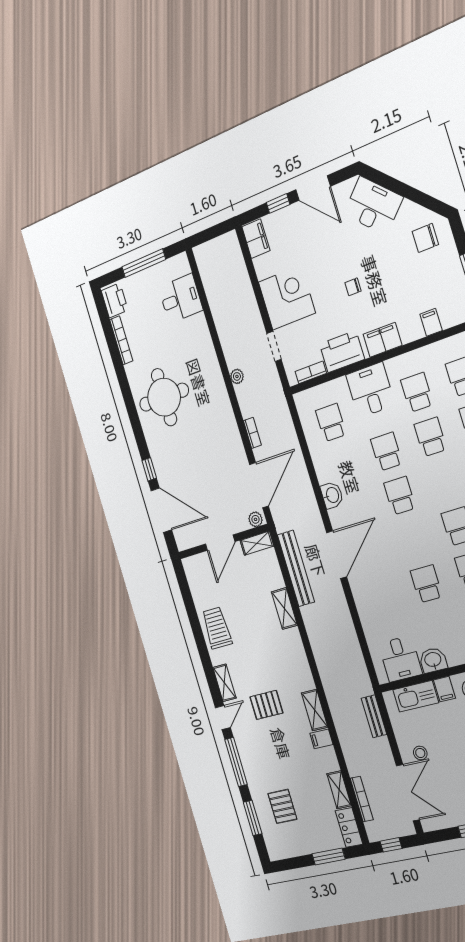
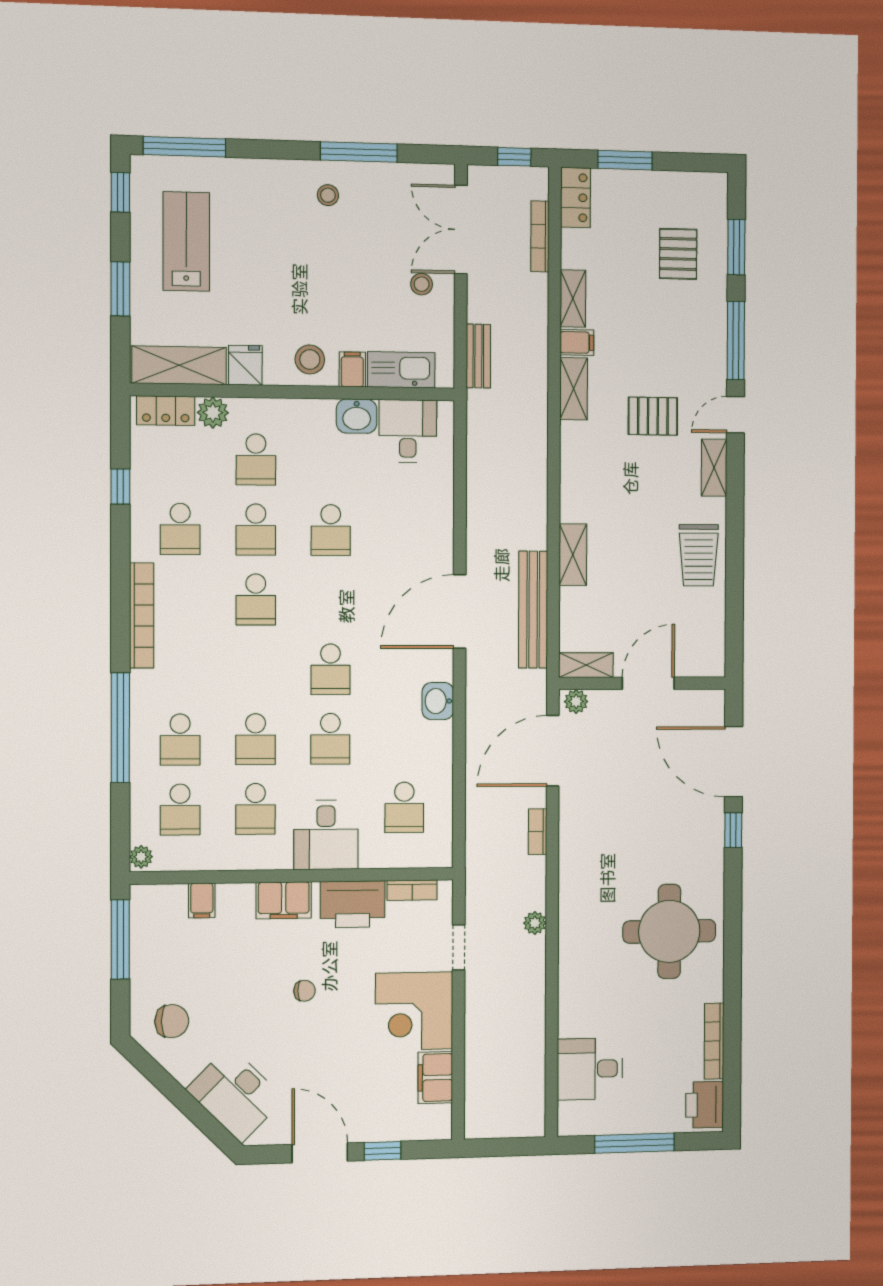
filing cabinet: (256, 239) -> (435, 1078), moved
shelving: (339, 790) -> (573, 299), moved

